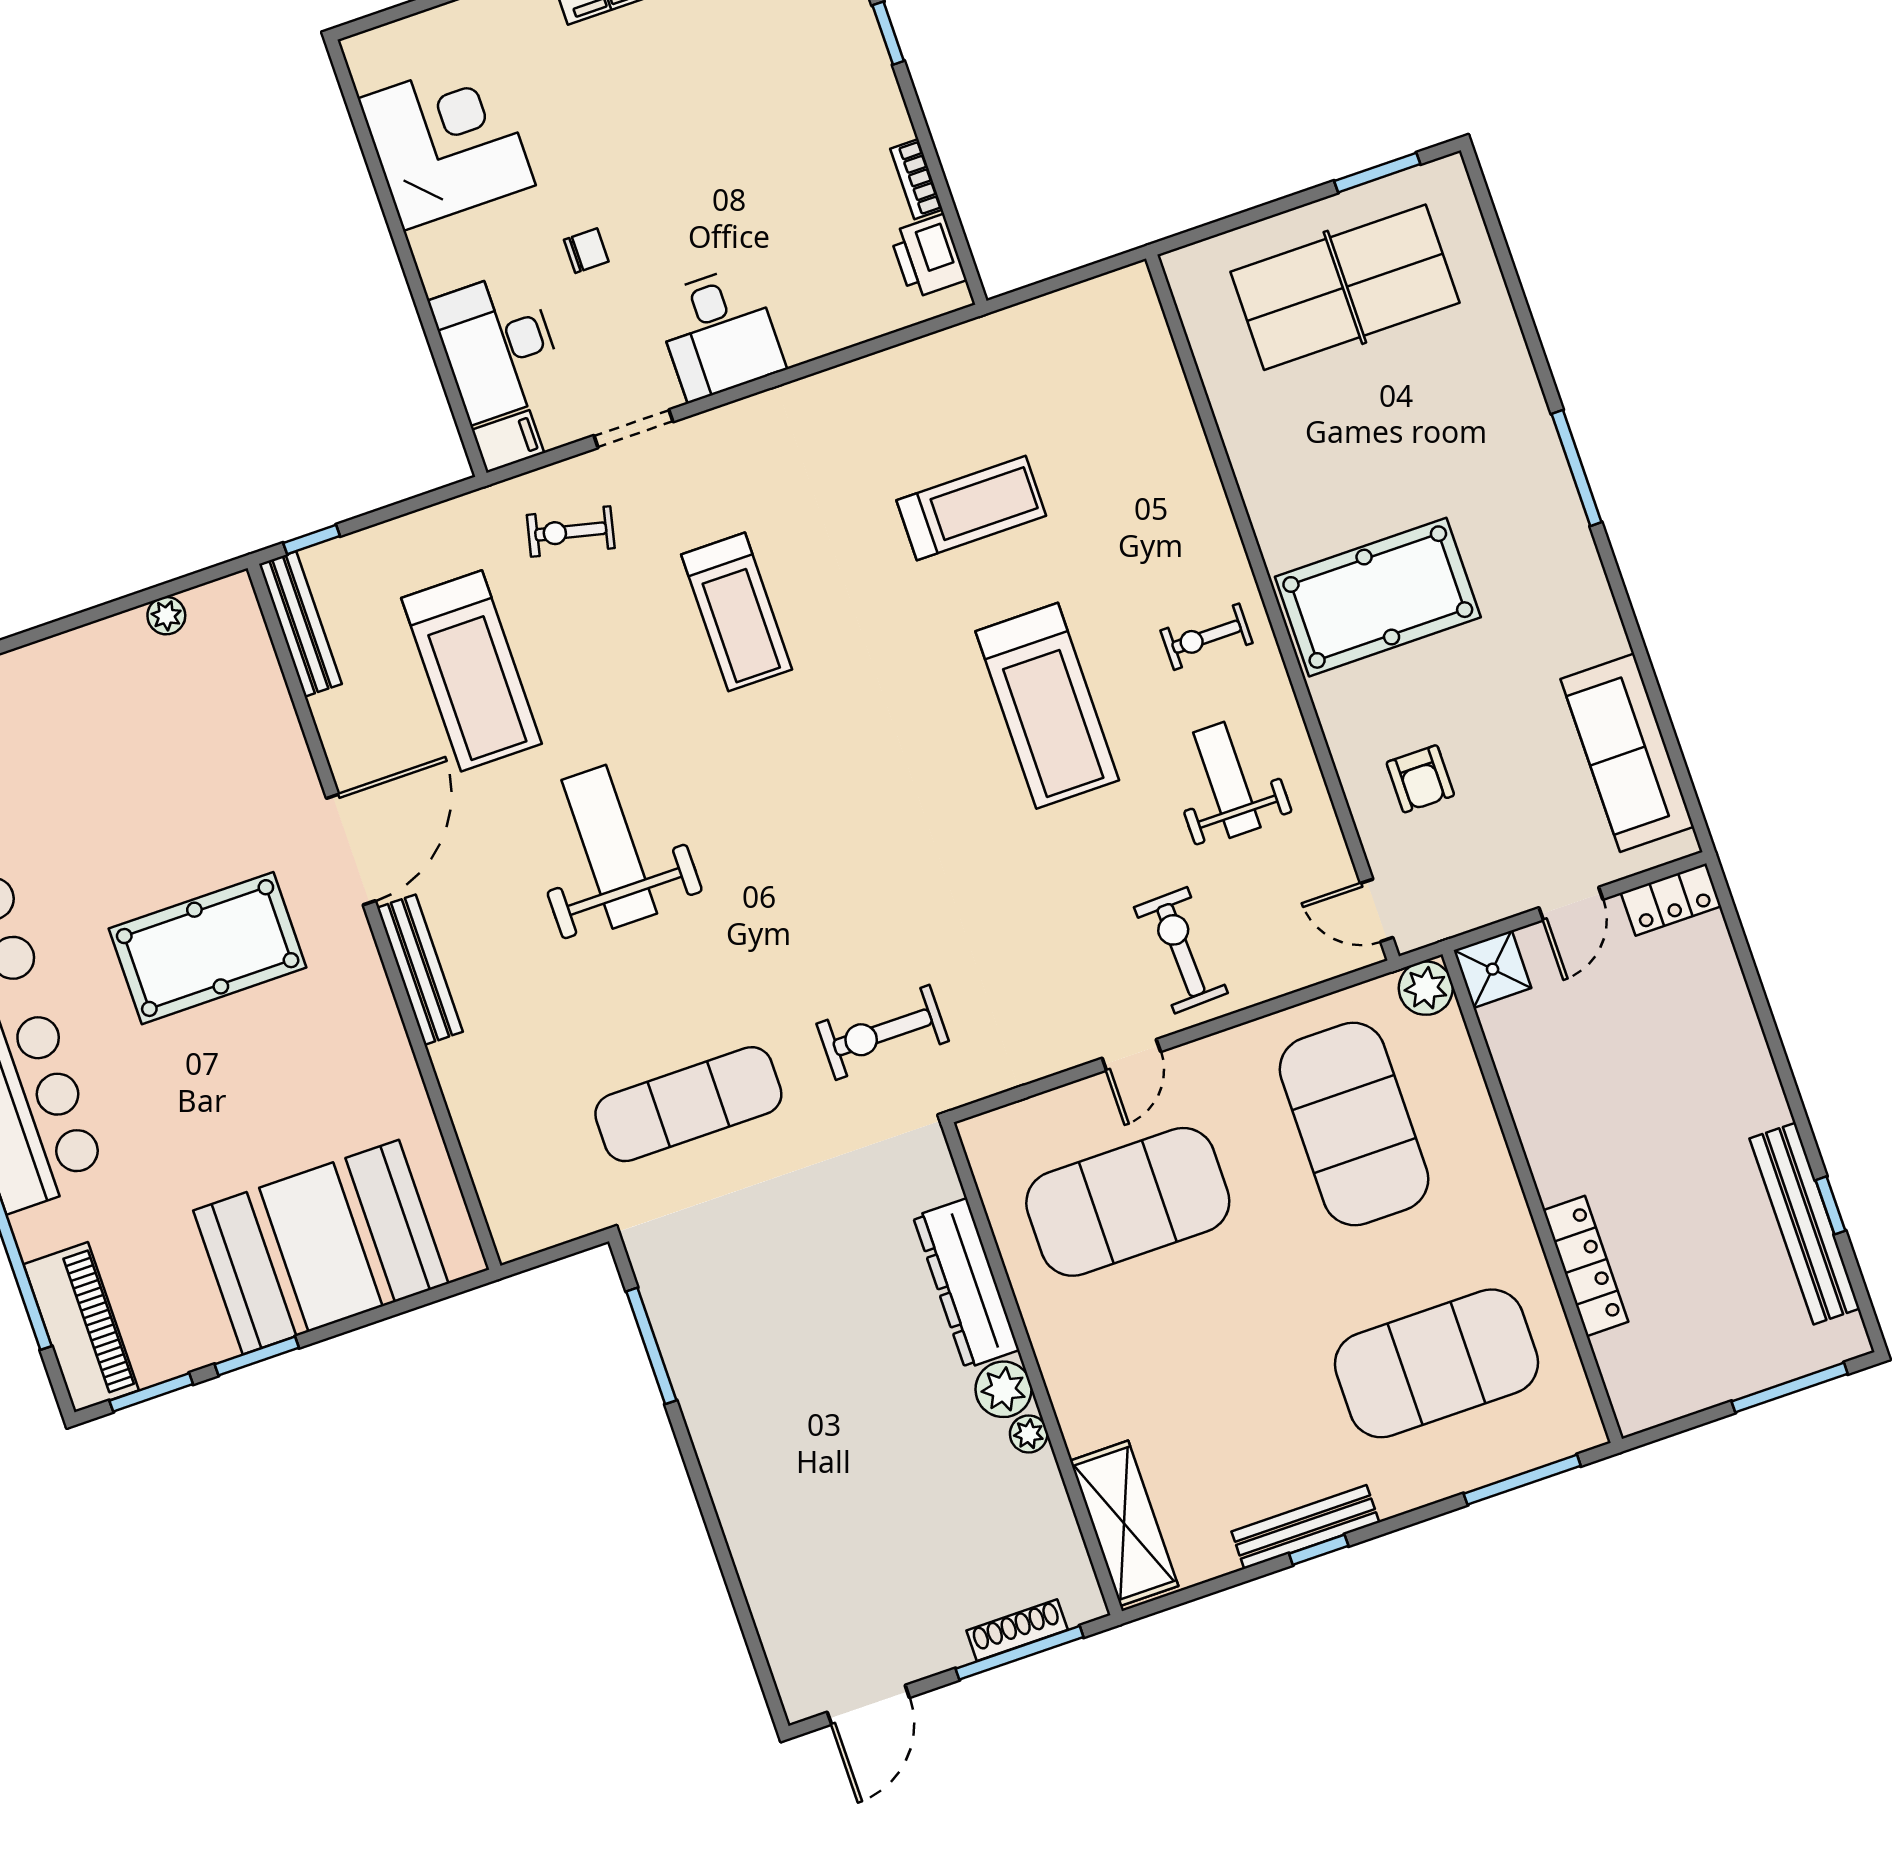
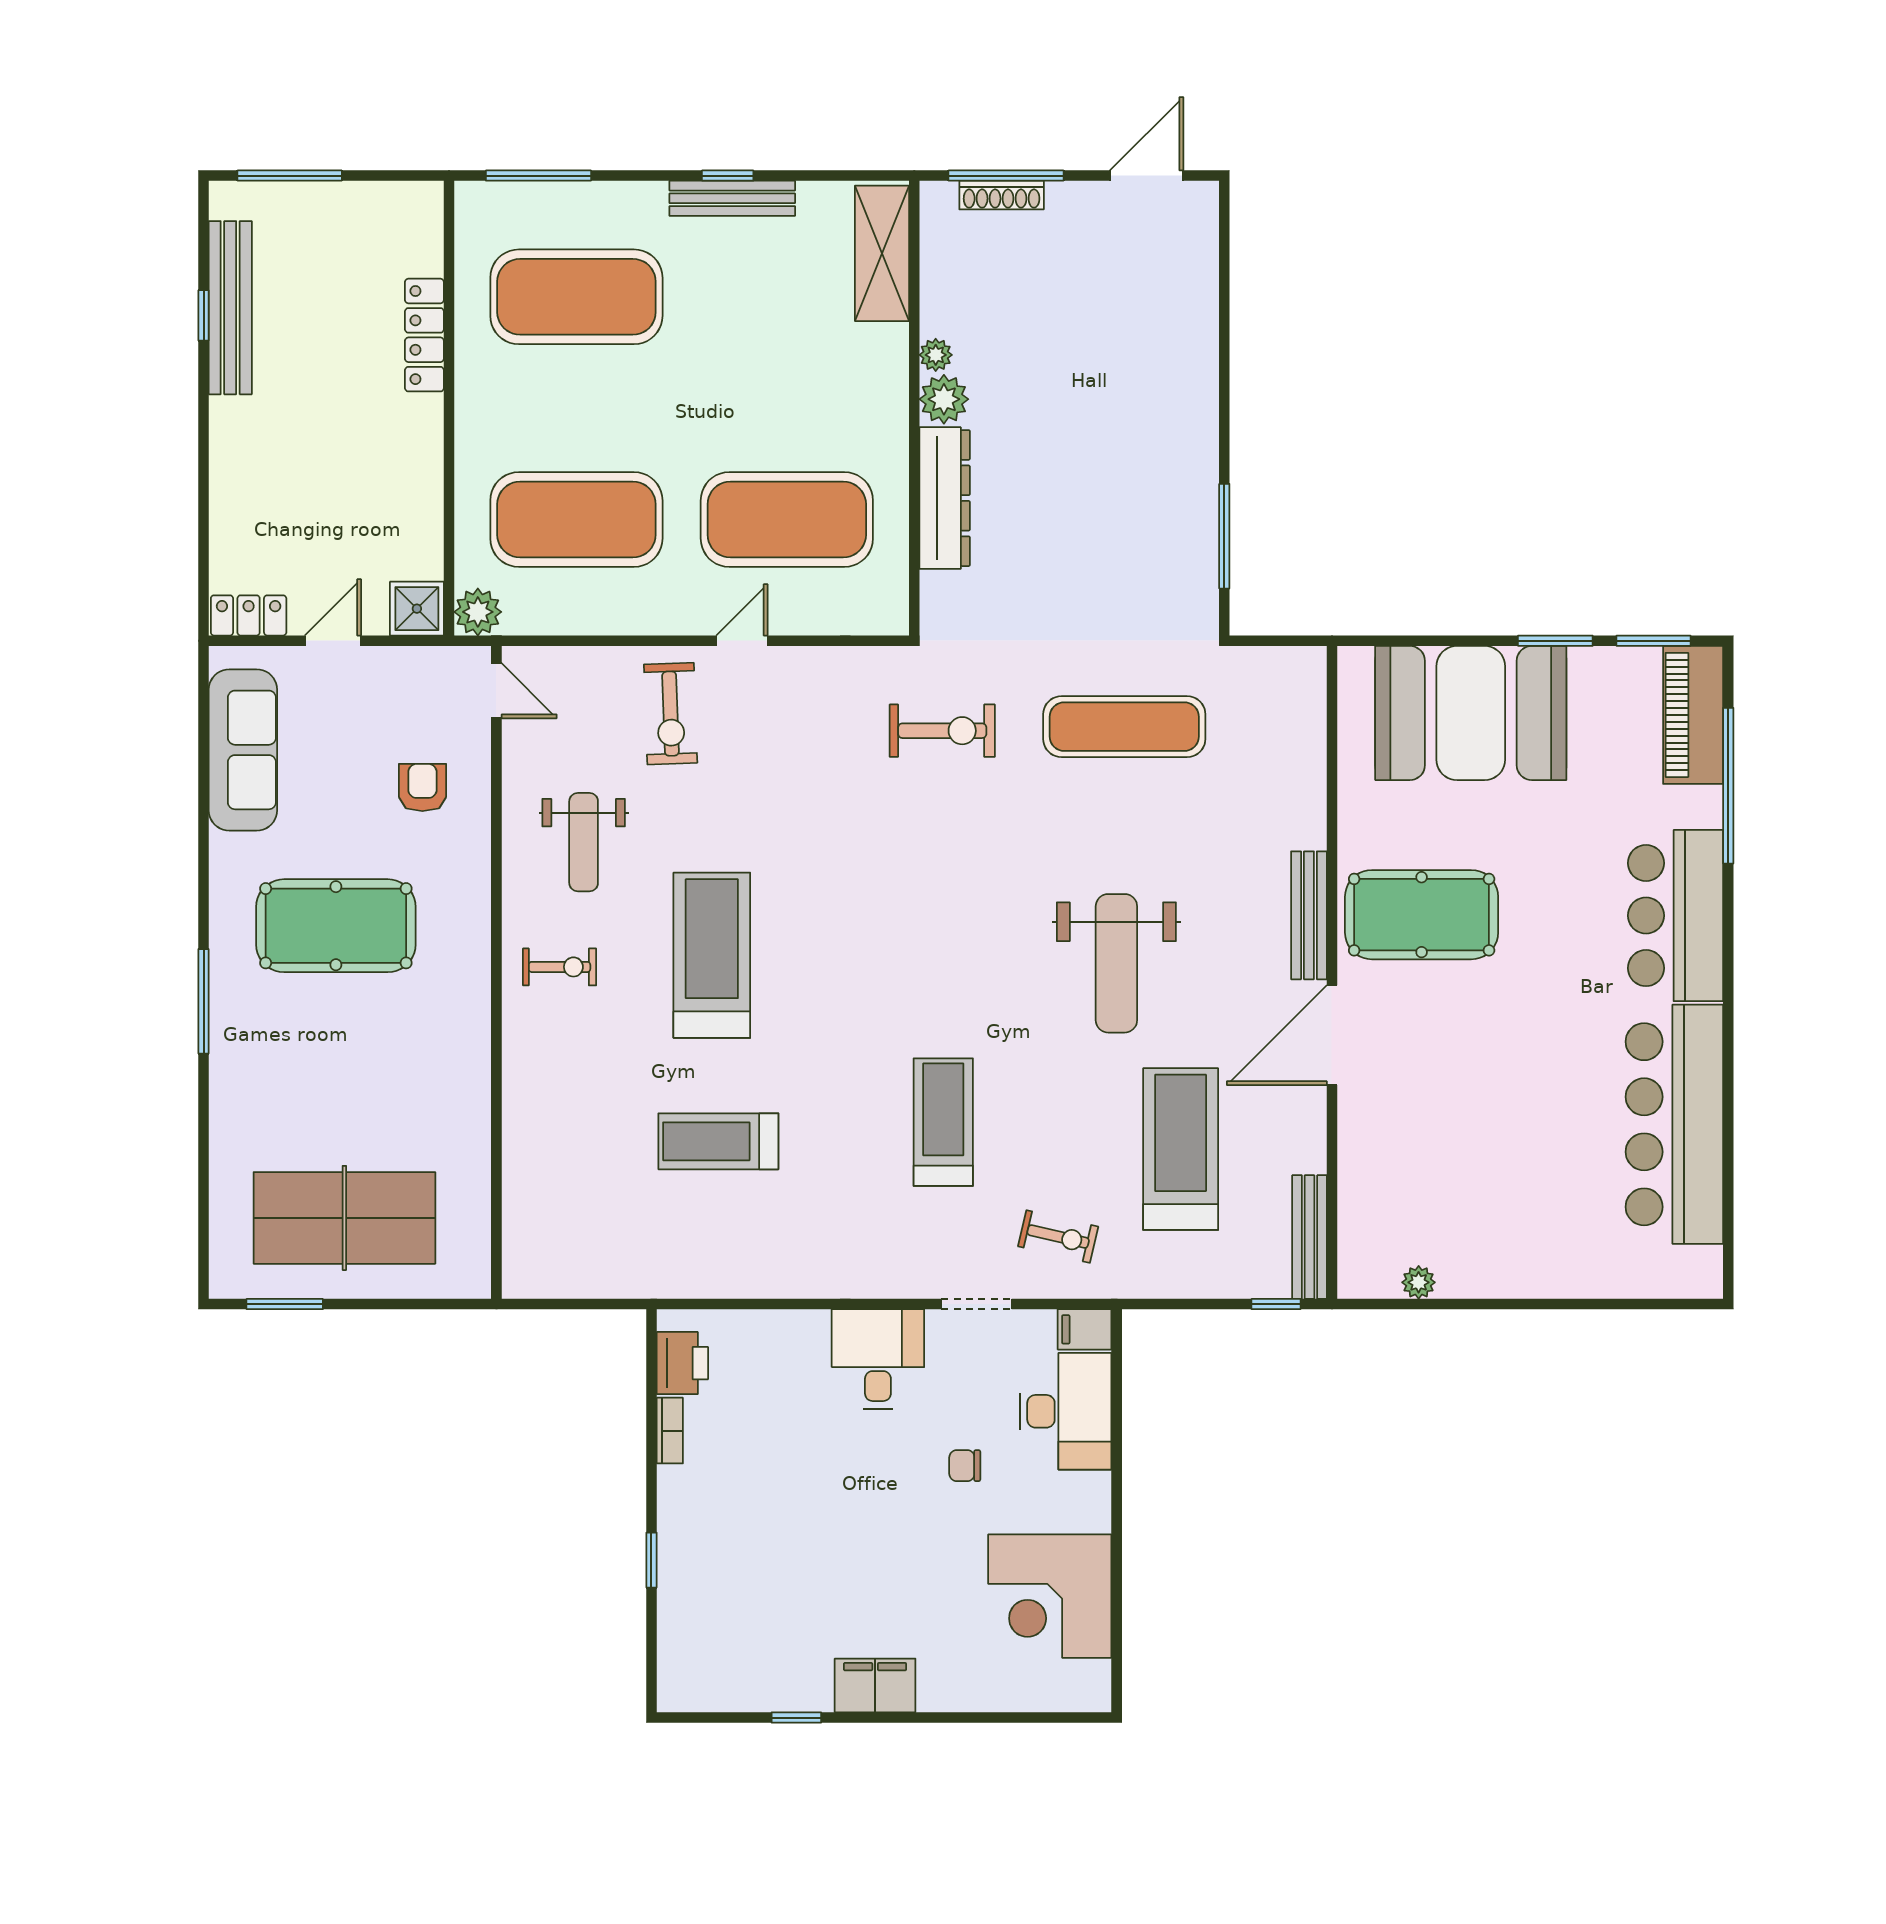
pool table: (1378, 597) -> (336, 926), moved
pool table: (208, 948) -> (1422, 915), moved
exercise mat: (1354, 1124) -> (576, 520), turned 90

